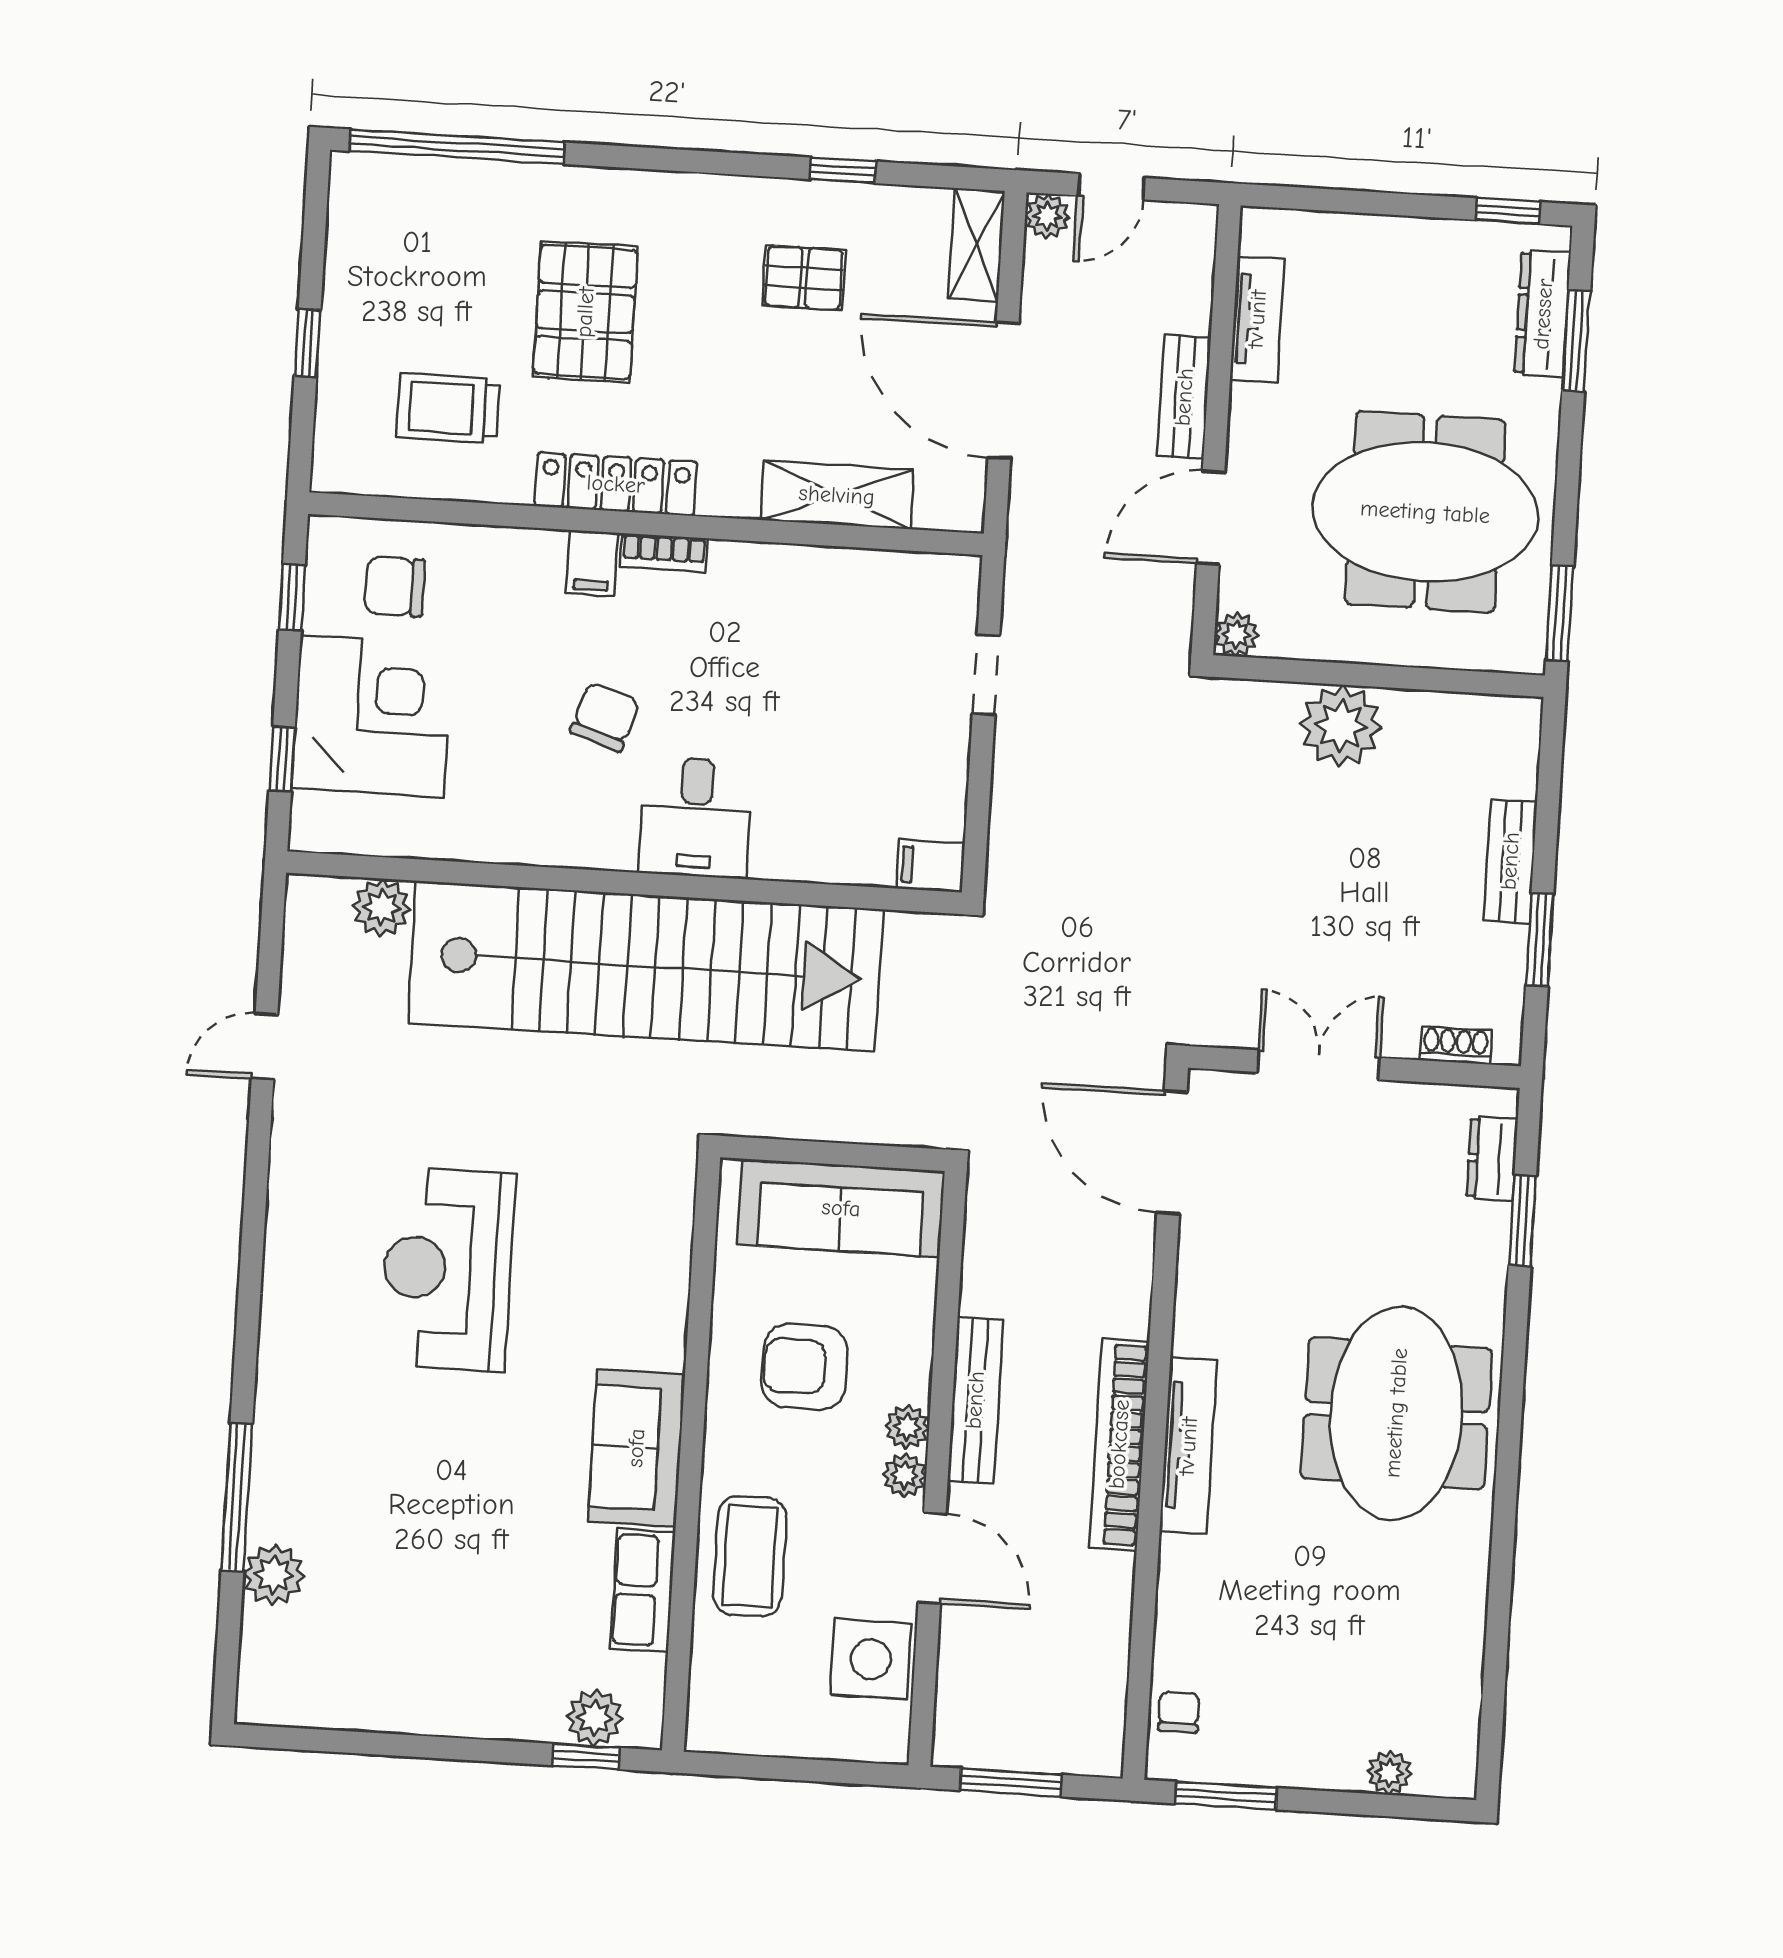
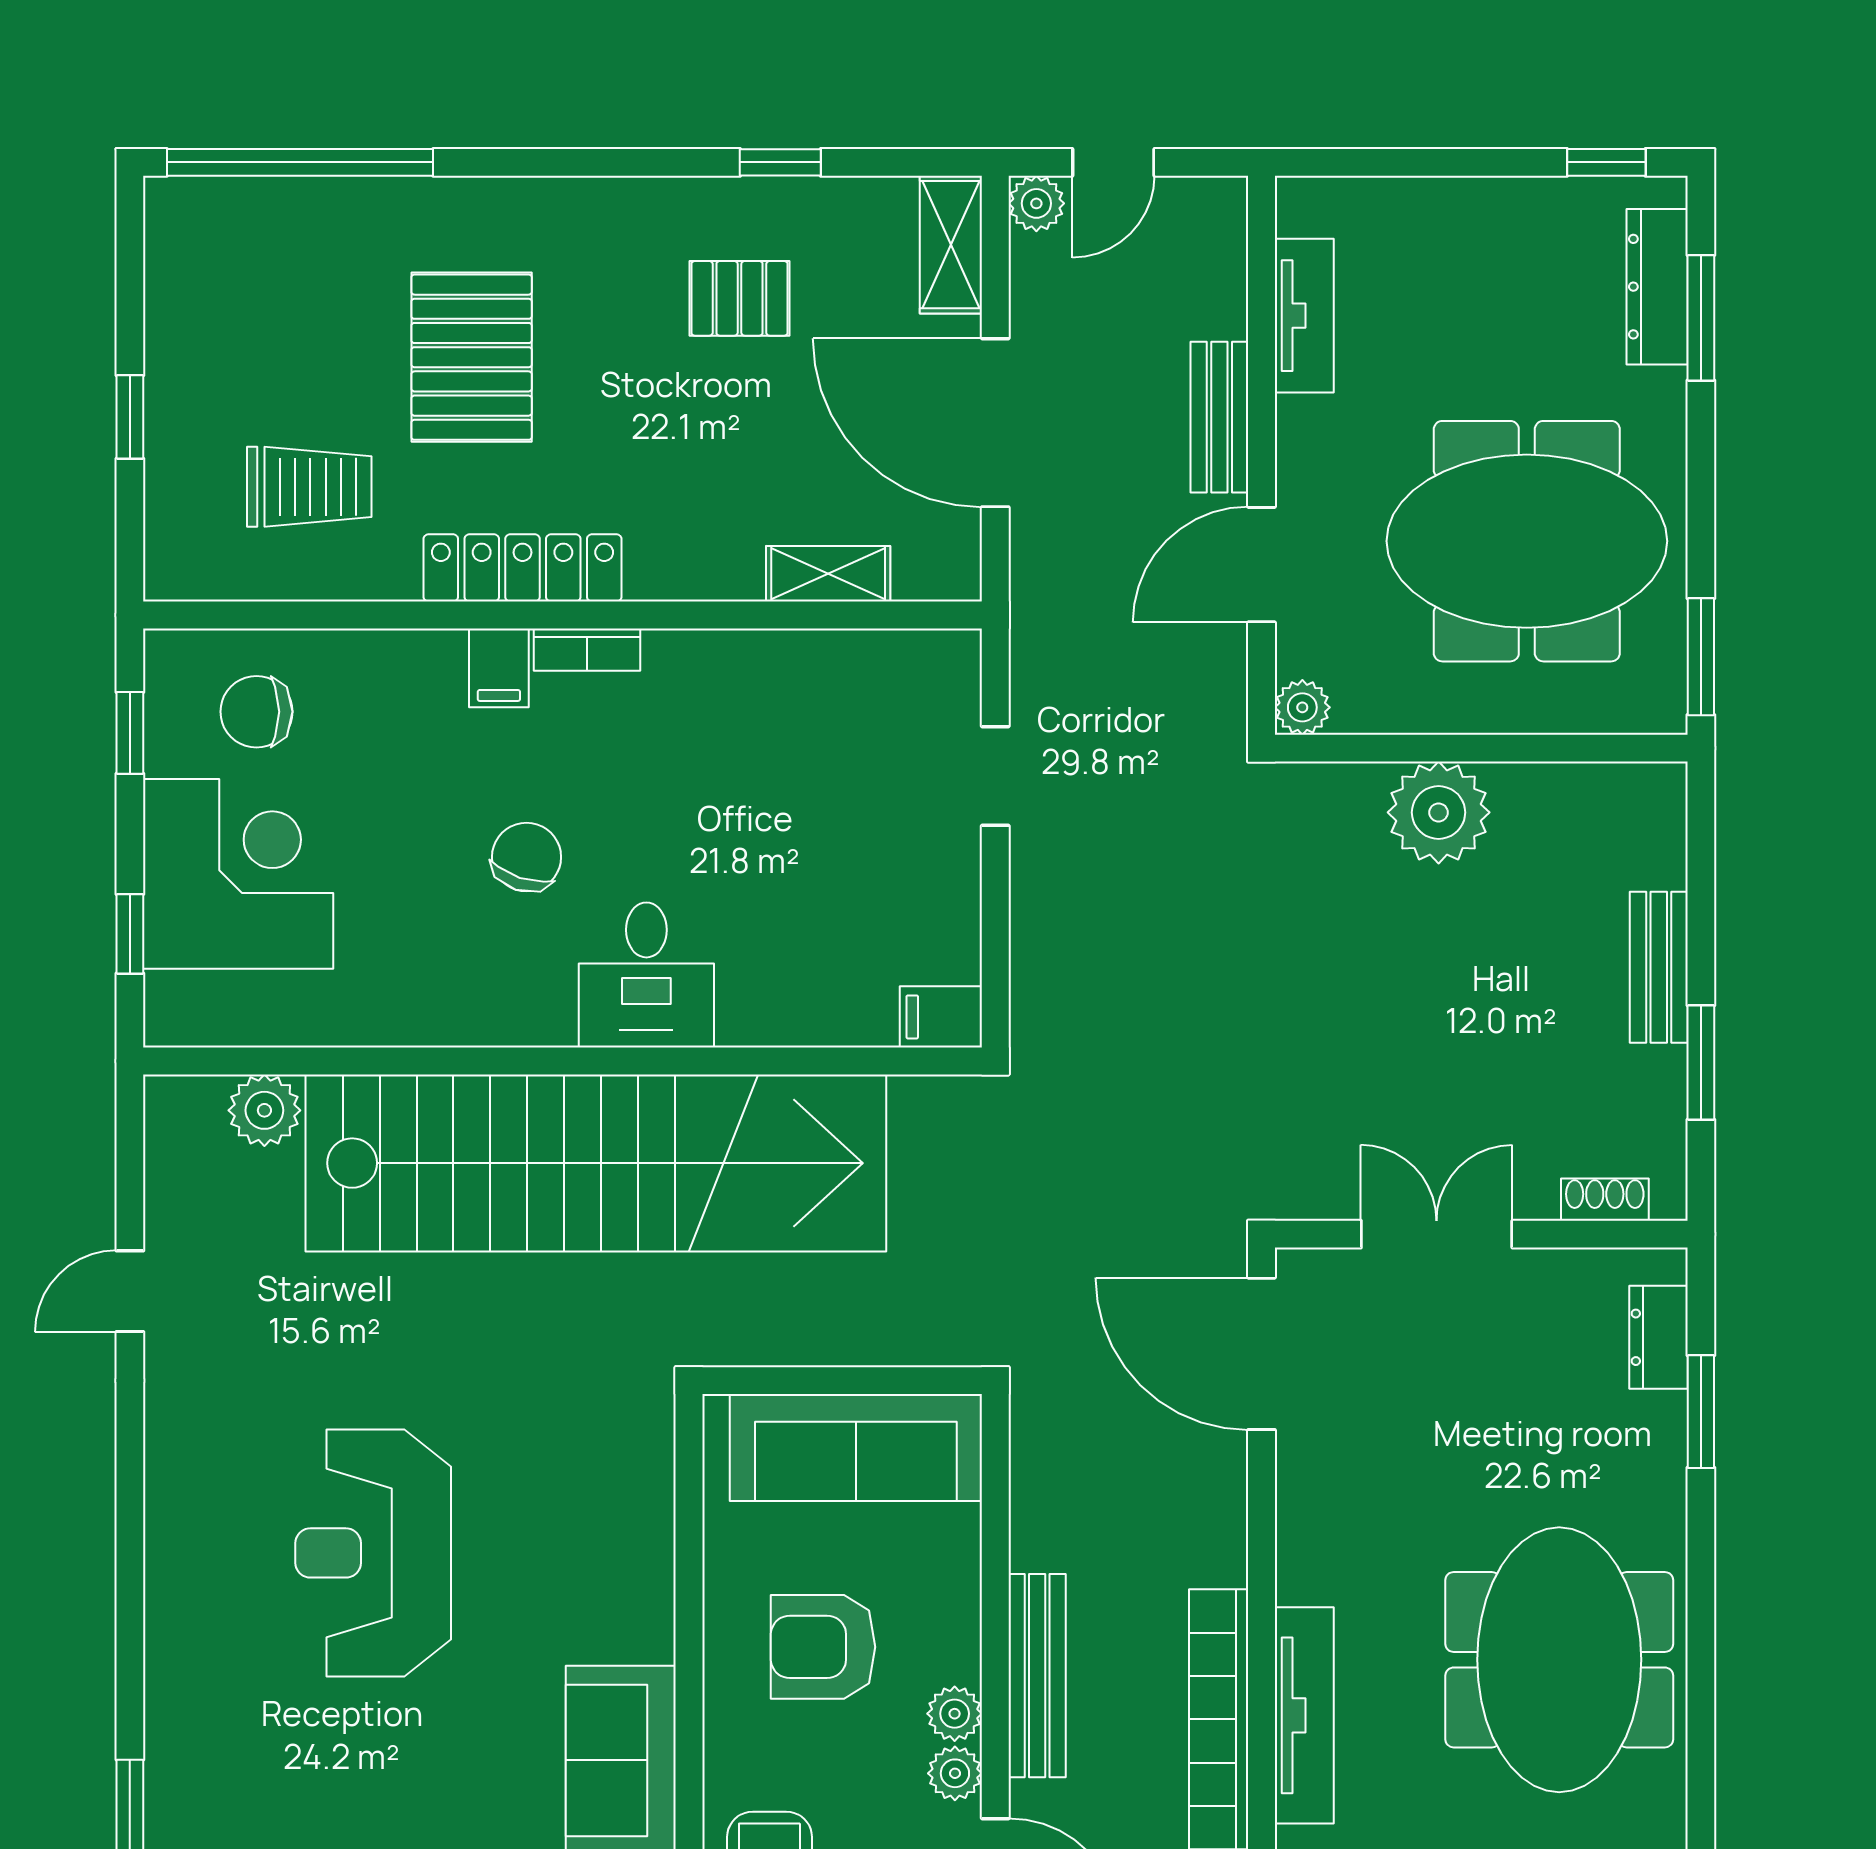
trolley: (448, 408) -> (309, 487), turned 180
shelving: (837, 495) -> (828, 574), width x0.67, depth x0.75

